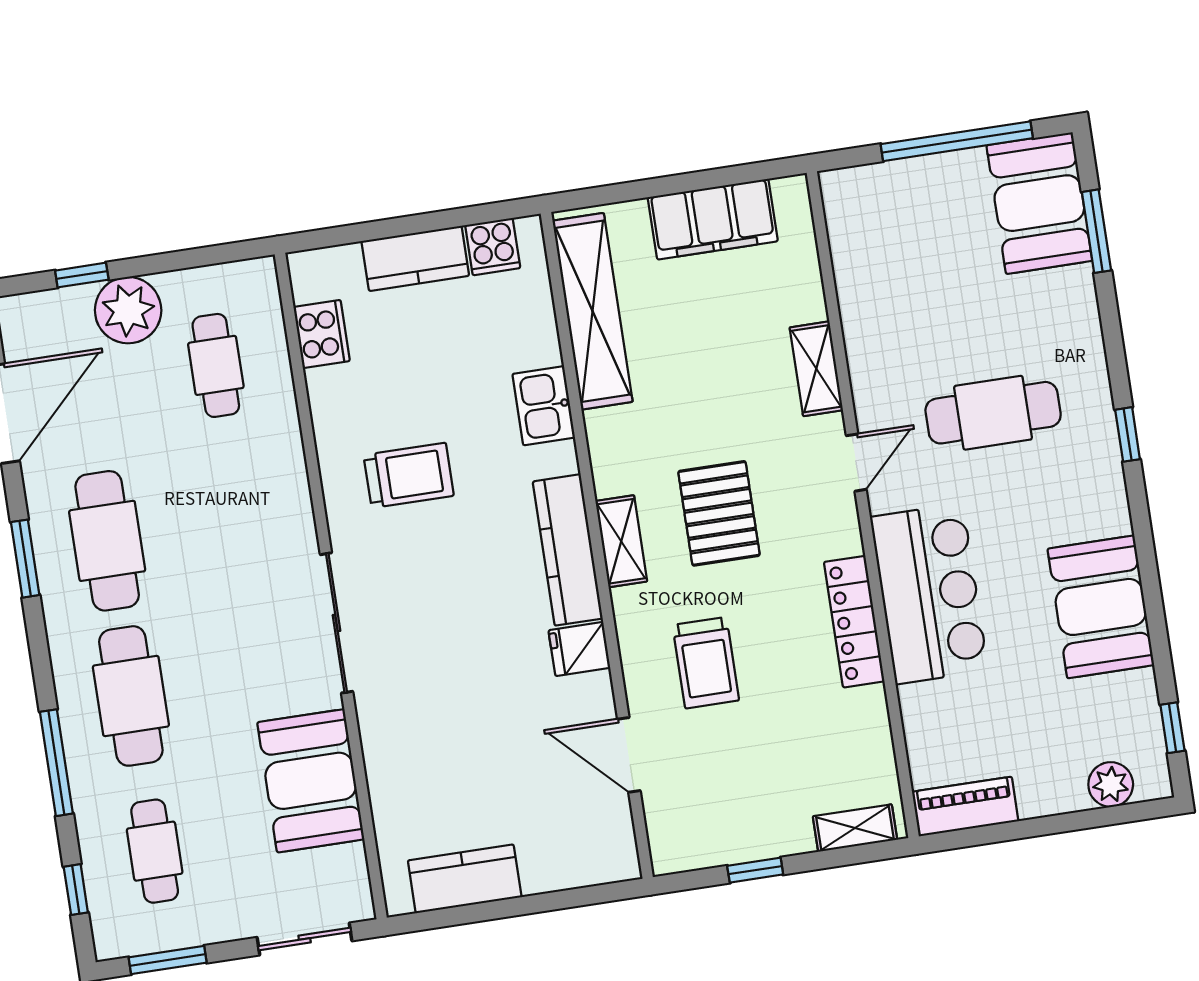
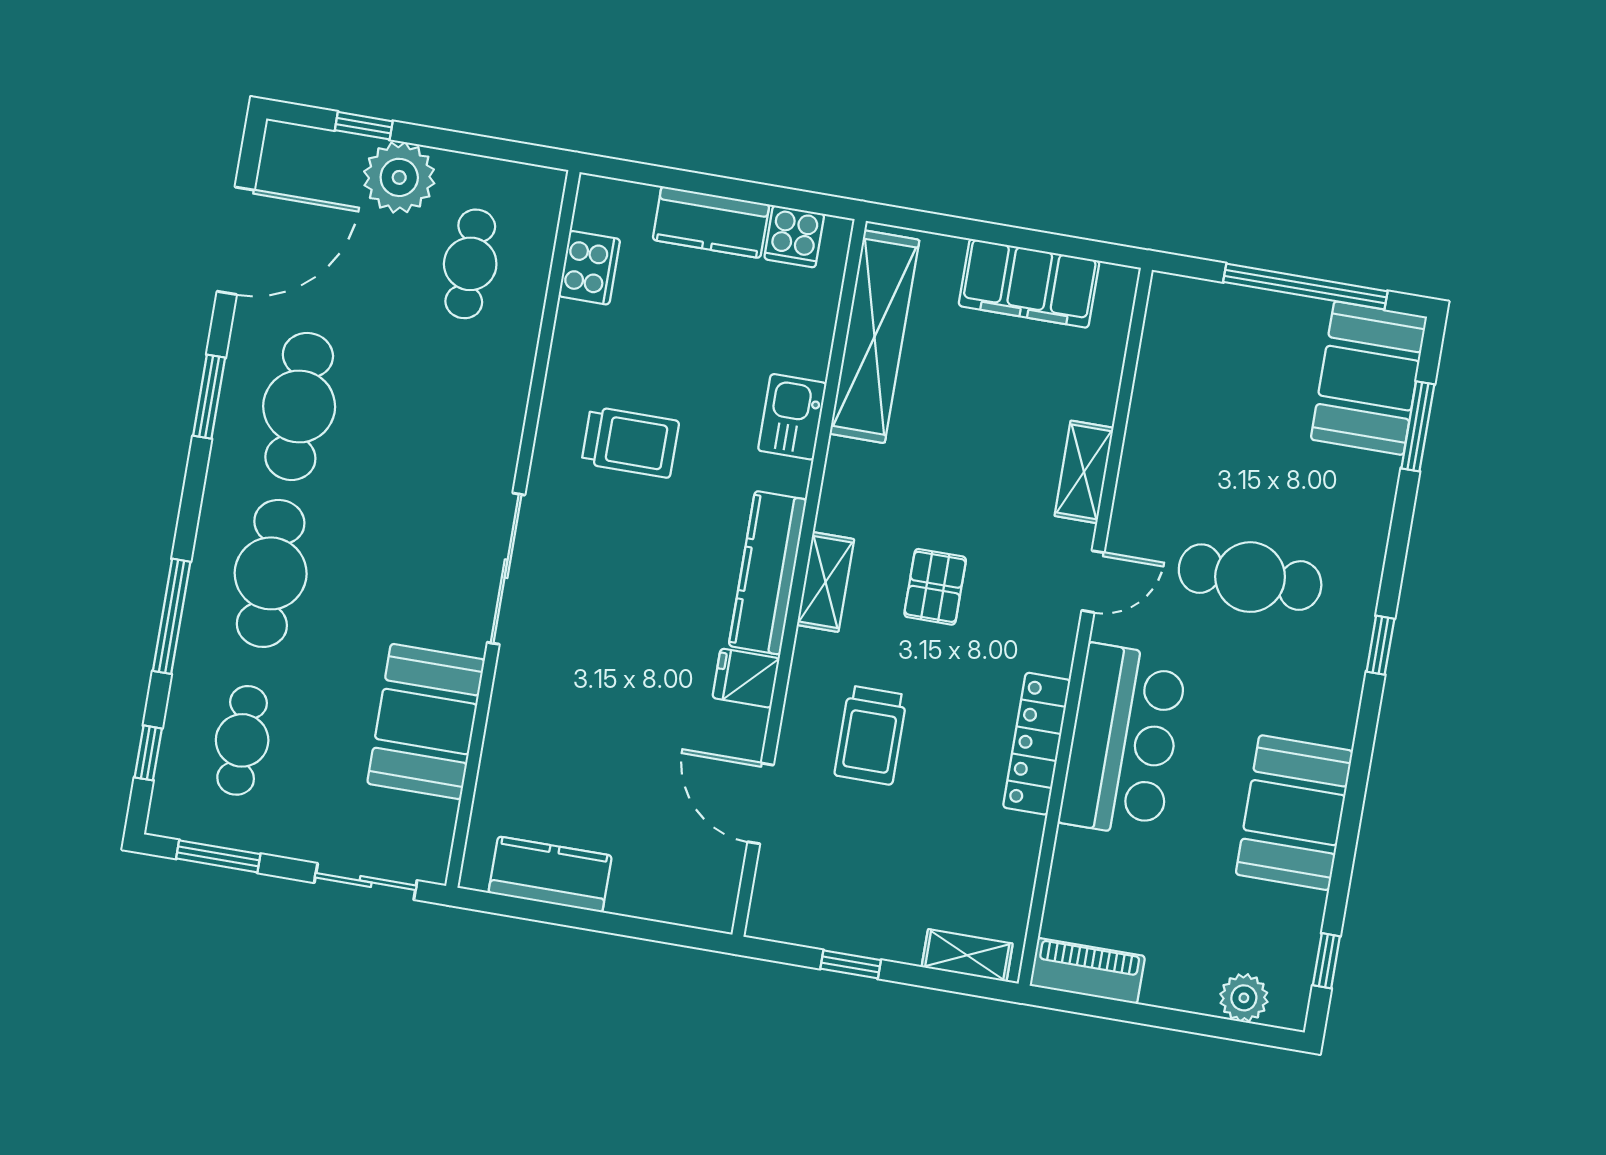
pallet: (719, 513) -> (935, 587), width x0.67, depth x0.71

